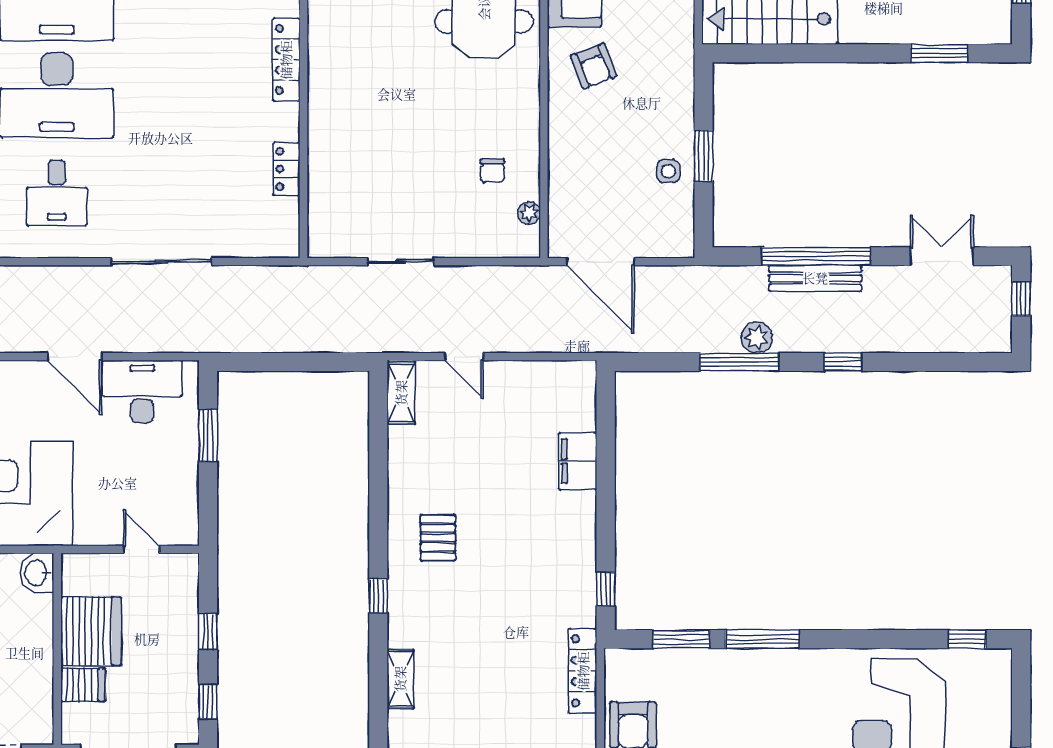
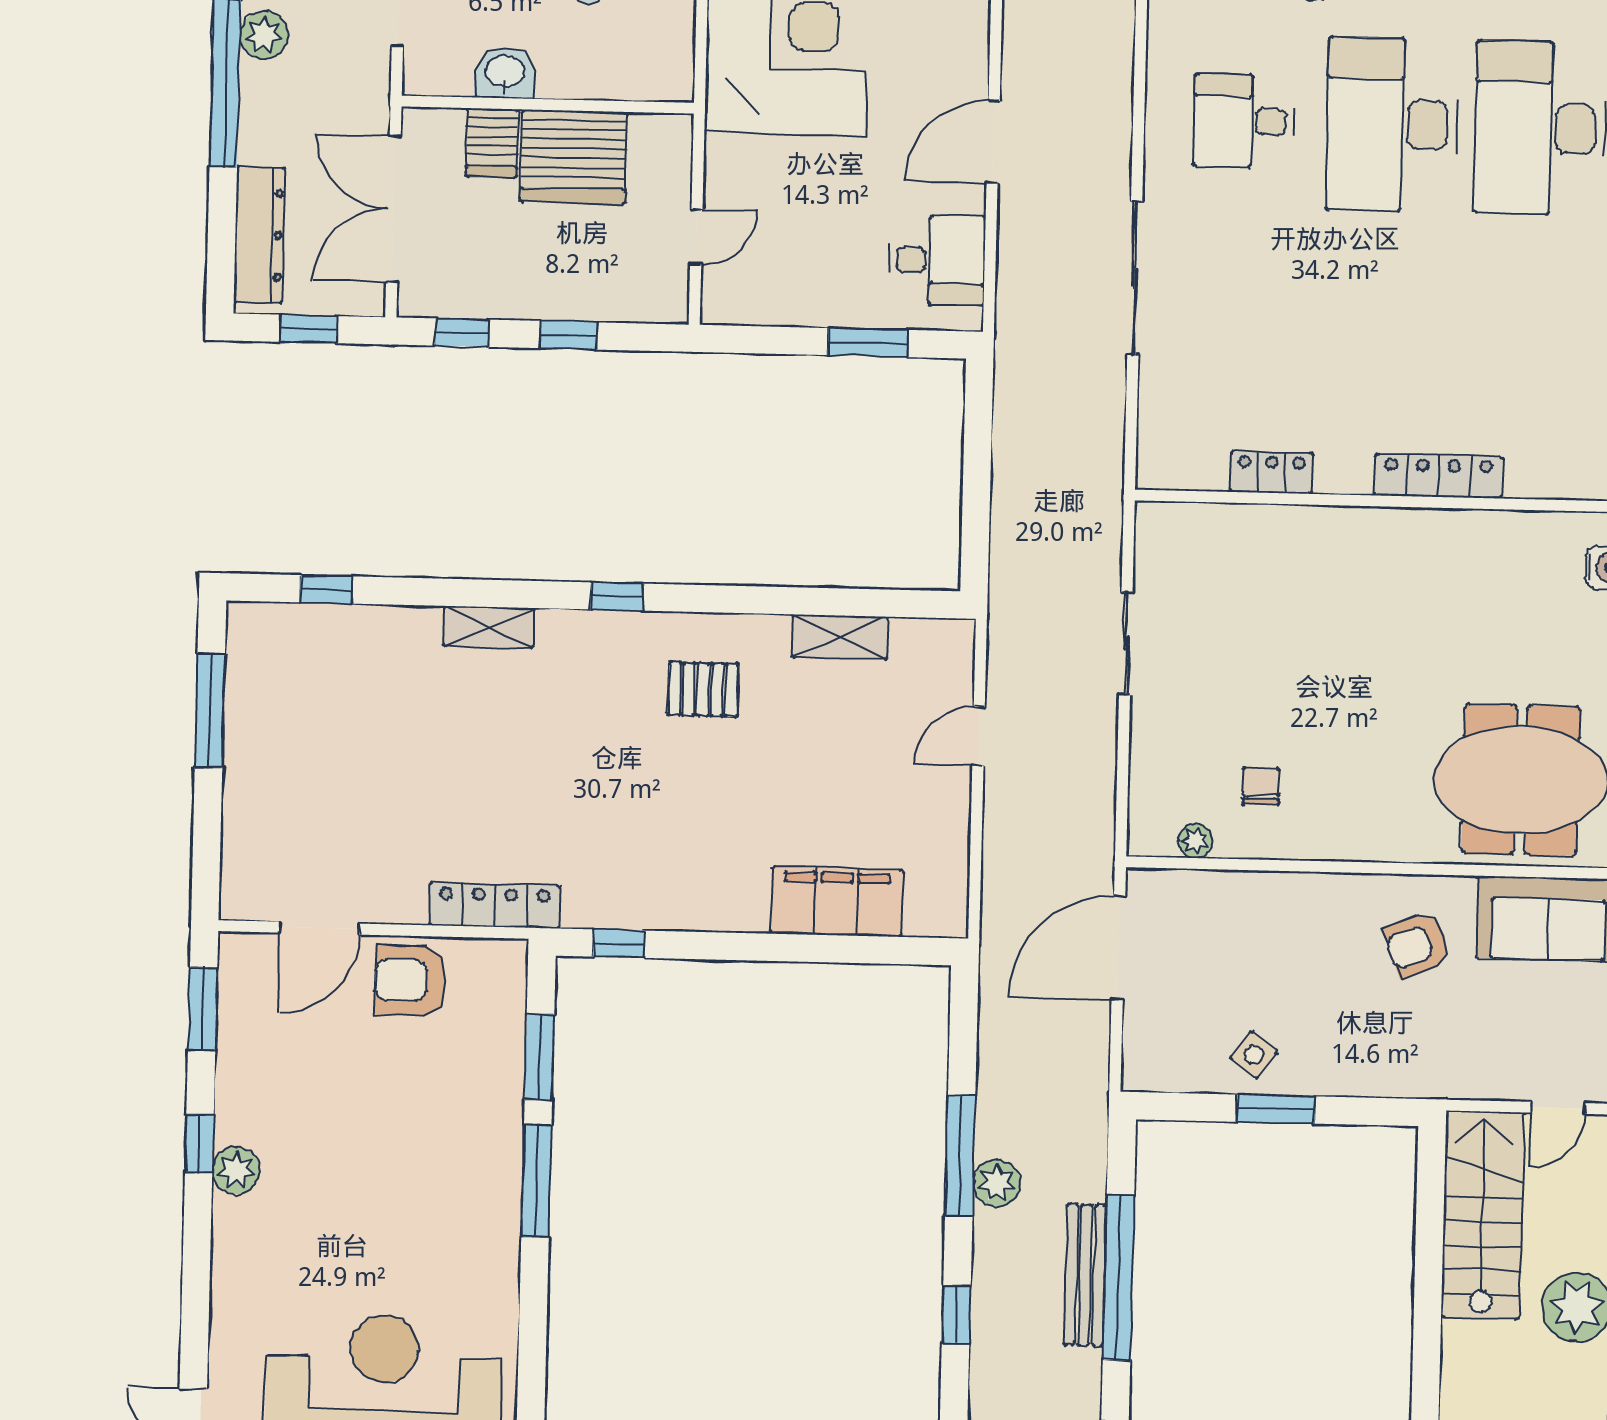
chair: (492, 171) -> (1261, 786), turned 90
side table: (668, 171) -> (1254, 1055), turned 37
desk: (142, 391) -> (937, 260), width x0.73
shelving: (401, 393) -> (840, 637), moved
filing cabinet: (578, 461) -> (837, 901), width x1.50, depth x1.17
washbasin: (37, 573) -> (505, 73), moved

